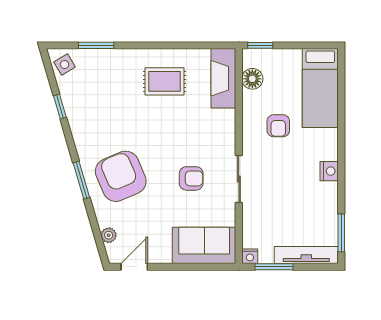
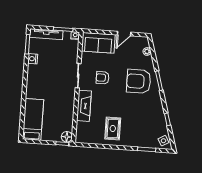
fireplace: (223, 78) -> (84, 106), moved
floor lamp: (252, 79) -> (67, 137), moved
rug: (164, 81) -> (113, 129), turned 90
armchair: (278, 126) -> (56, 102), removed
nightstand: (329, 171) -> (33, 59), moved
armchair: (121, 176) -> (139, 81), turned 113
door: (134, 267) -> (124, 34), moved

